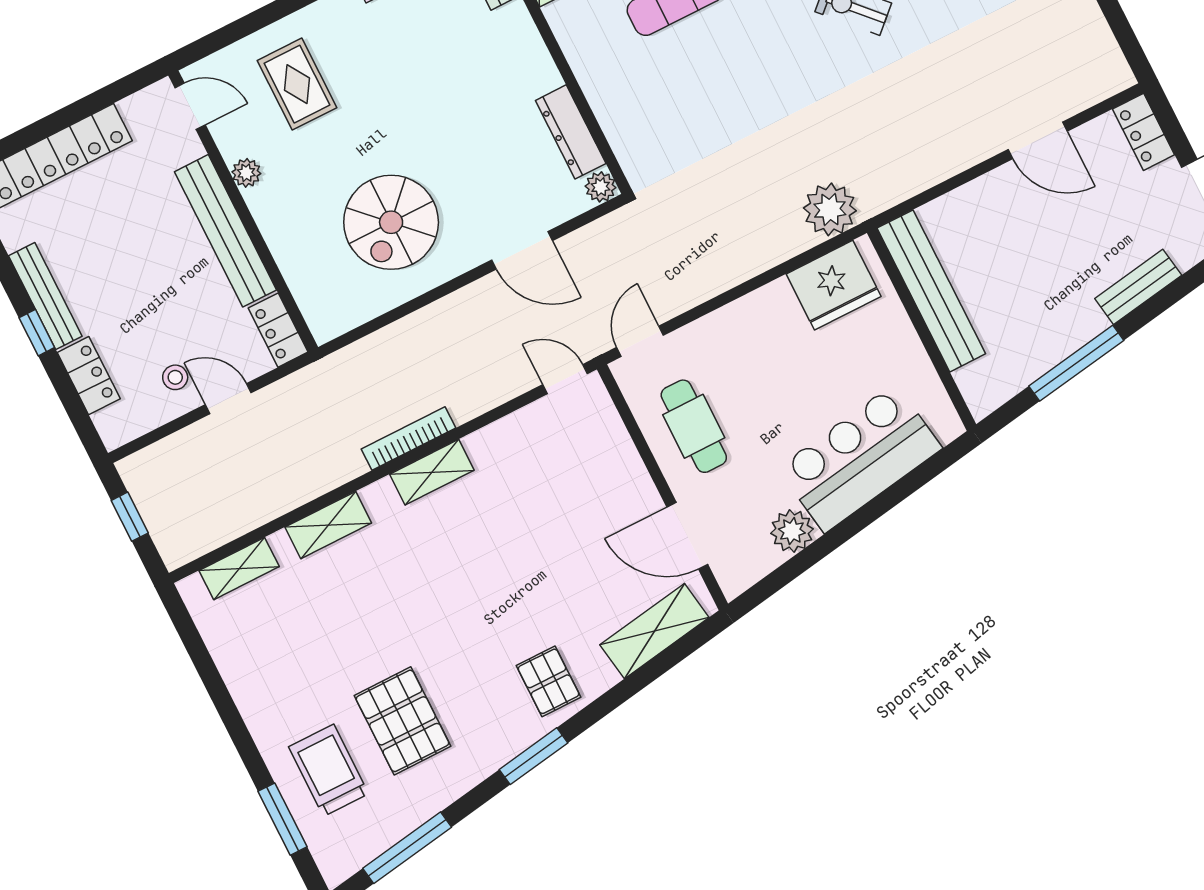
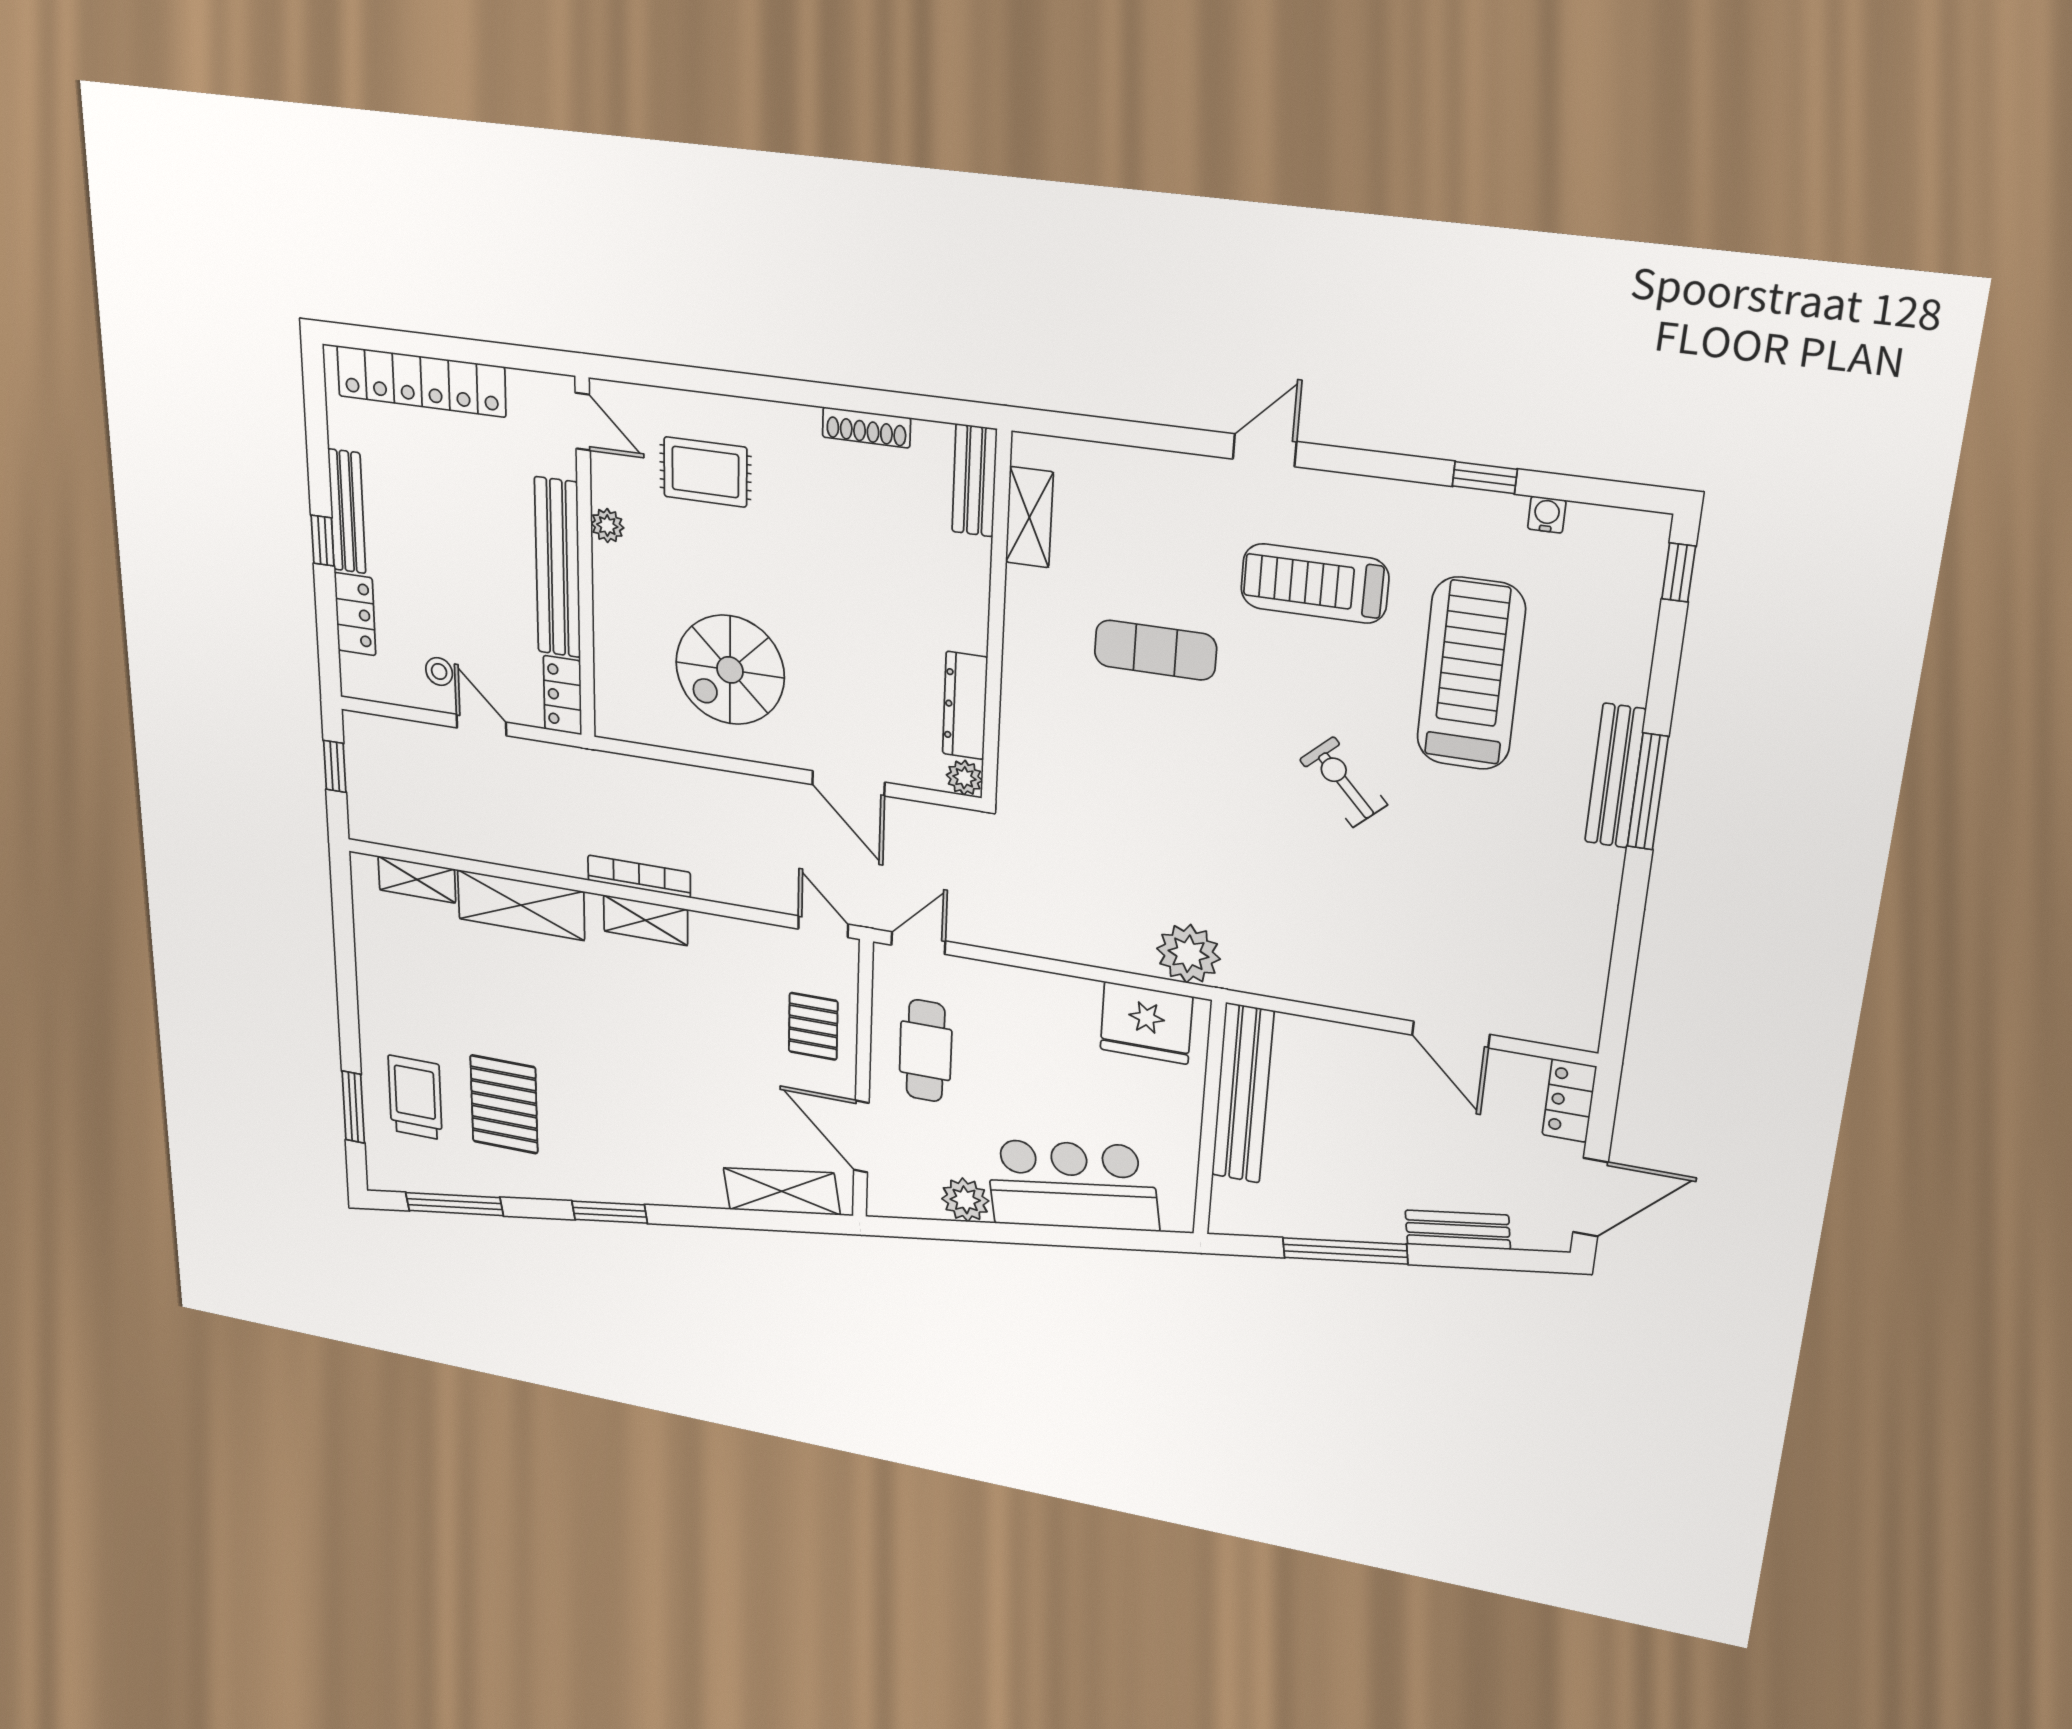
rug: (297, 84) -> (705, 472), turned 90
shelving: (328, 525) -> (521, 905), width x1.50, depth x1.33
pallet: (549, 681) -> (813, 1026), moved

